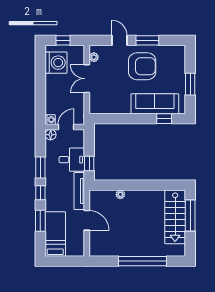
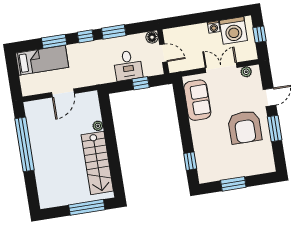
sofa: (155, 104) -> (197, 100), moved, width x0.73
washing machine: (50, 120) -> (214, 27), moved
window: (89, 164) -> (141, 83), moved
tv unit: (79, 191) -> (94, 79), removed
stairs: (175, 217) -> (97, 163), moved, turned -90
window: (142, 261) -> (24, 144), moved

